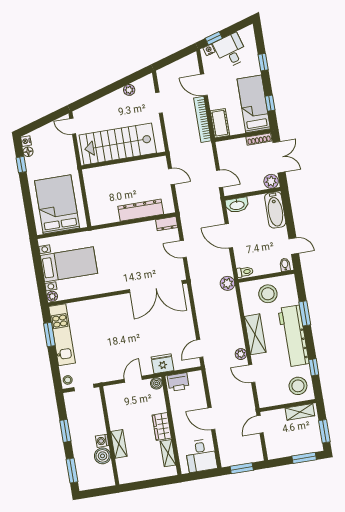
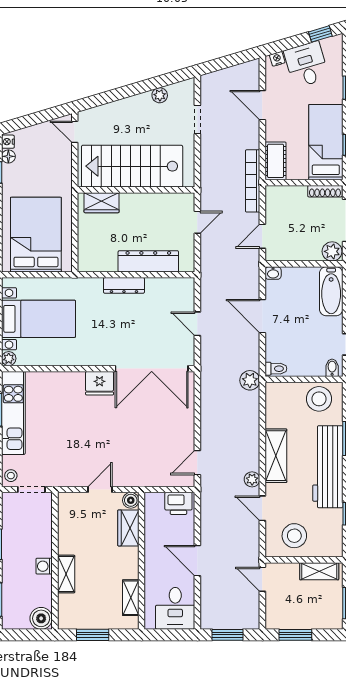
window: (214, 38) -> (320, 34), moved
bookcase: (202, 119) -> (253, 181), moved
wardrobe: (100, 174) -> (102, 203), added
door: (171, 176) -> (197, 222), hinge flipped
door: (219, 179) -> (262, 236), swing flipped
washbasin: (237, 205) -> (273, 273), width x0.52, depth x0.69
dresser: (167, 224) -> (124, 285), moved, width x1.44
stool: (268, 294) -> (319, 399), moved
fridge: (163, 364) -> (100, 383), moved, turned 180
printer: (178, 382) -> (178, 503), moved
stool: (298, 386) -> (294, 536), moved
door: (260, 424) -> (262, 579), hinge flipped
wardrobe: (162, 426) -> (128, 528), moved
boiler: (103, 456) -> (41, 618), moved
window: (304, 458) -> (295, 635), moved
window: (145, 484) -> (93, 635), added

